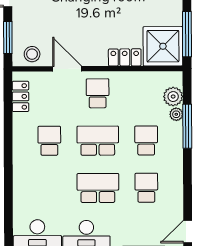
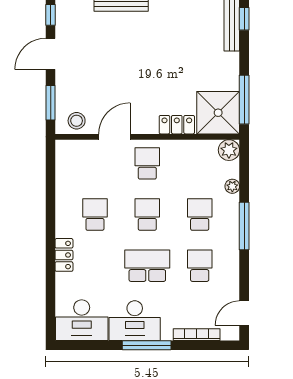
door: (67, 69) -> (114, 137), hinge flipped
locker: (20, 96) -> (64, 255), moved
plant: (173, 97) -> (229, 150), moved
window: (187, 126) -> (244, 226), moved
school desk: (98, 141) -> (147, 215), width x0.54

